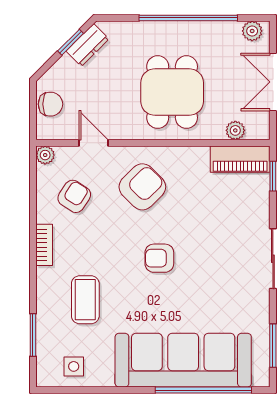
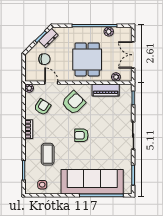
plant: (252, 31) -> (109, 32), moved
chair: (50, 104) -> (44, 59), moved
piano: (240, 159) -> (106, 90), moved

